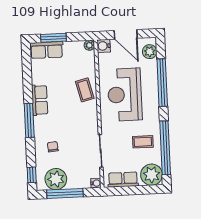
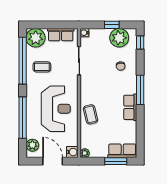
window: (65, 193) -> (112, 25), width x0.46

